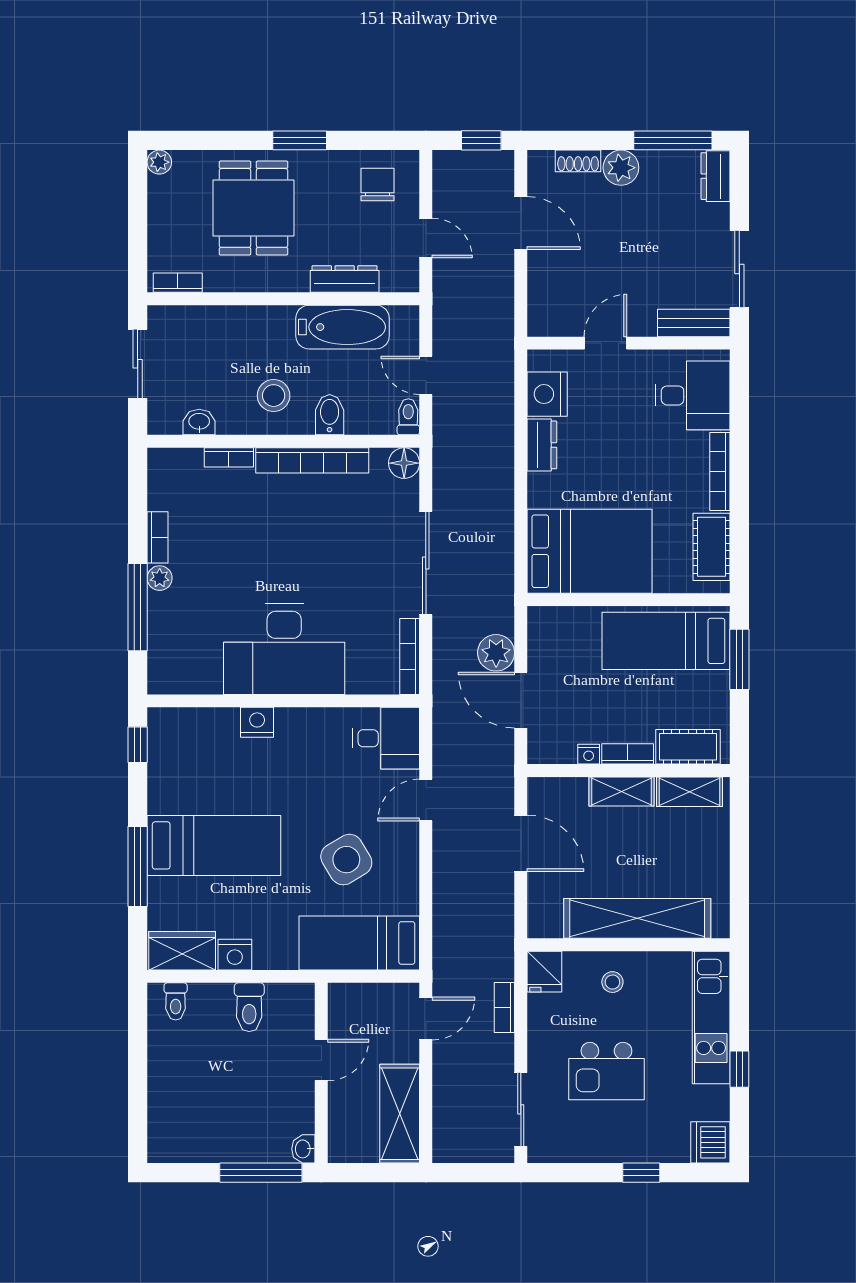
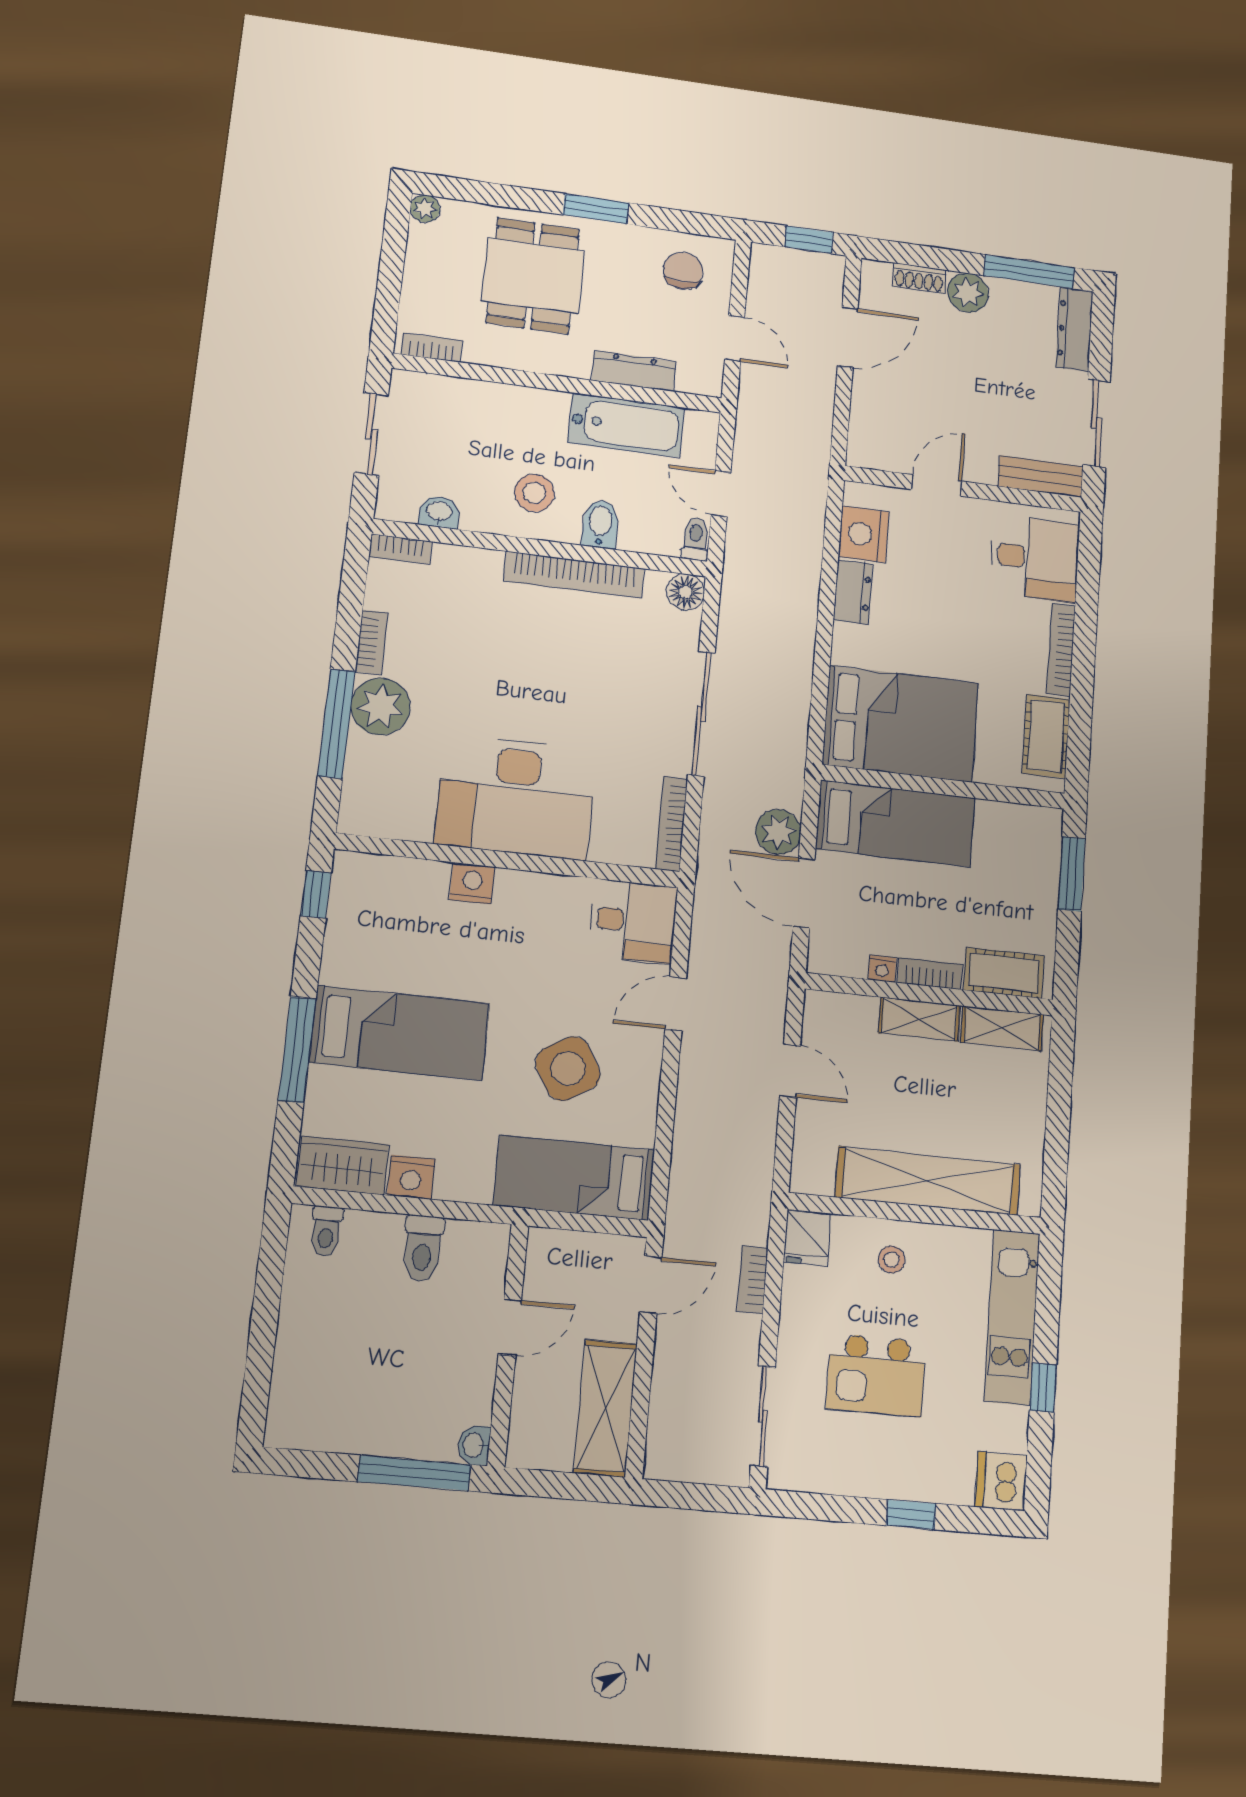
dresser: (715, 176) -> (1074, 329), width x1.44
door: (521, 223) -> (848, 337), hinge flipped
bookcase: (229, 457) -> (400, 549), moved
plant: (160, 578) -> (381, 706), width x1.87, depth x1.87
bed: (666, 641) -> (895, 823), moved, turned 180
door: (521, 843) -> (790, 1071), width x0.73

